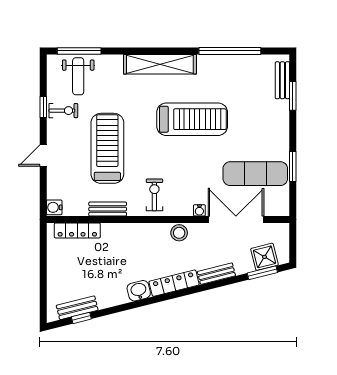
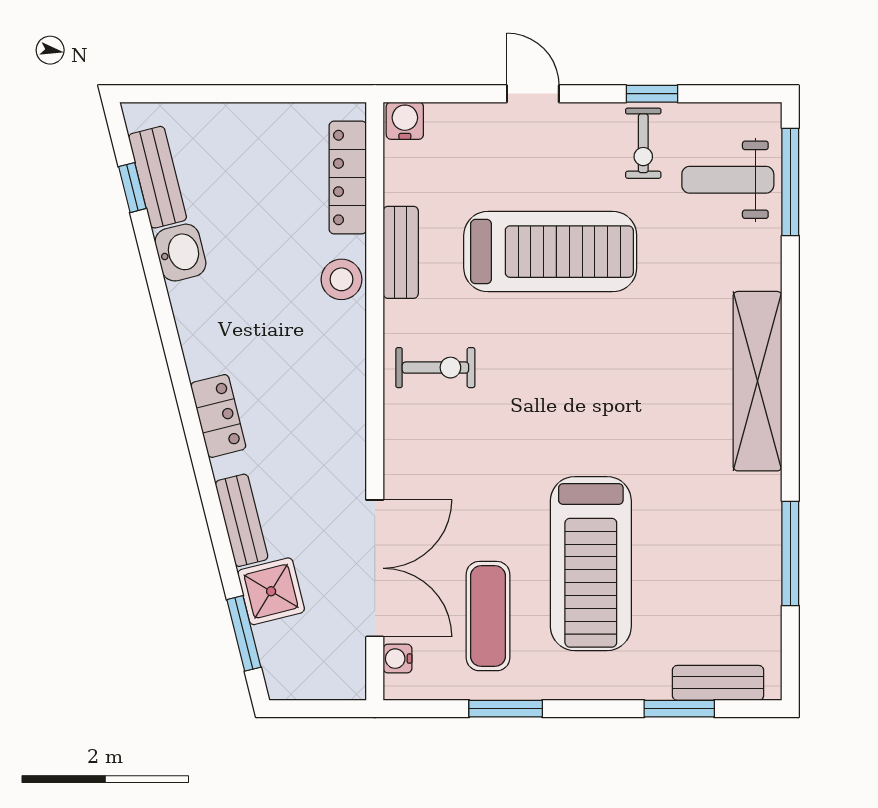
window: (230, 51) -> (790, 553), width x0.68
treadmill: (192, 119) -> (591, 564), moved
exercise mat: (255, 174) -> (488, 616), width x0.73, depth x0.69
water cooler: (199, 210) -> (397, 659), moved
stool: (179, 233) -> (342, 279), moved
shower: (264, 257) -> (271, 591), moved
locker: (174, 283) -> (218, 416), width x0.66
washbasin: (139, 291) -> (180, 253), moved

